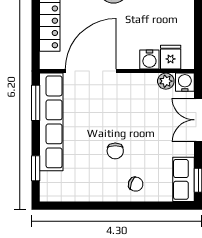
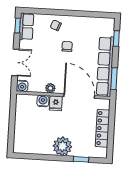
fridge: (171, 57) -> (56, 103), moved
door: (91, 71) -> (79, 96), swing flipped
plant: (166, 81) -> (50, 88), moved

